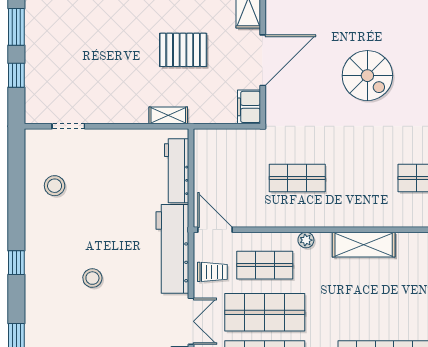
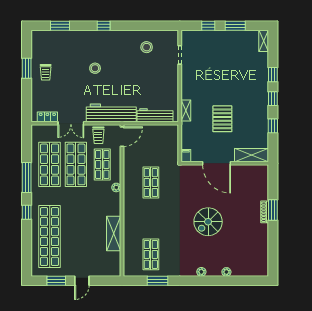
filing cabinet: (249, 107) -> (186, 156), width x0.50
shelving: (364, 245) -> (114, 234), moved

